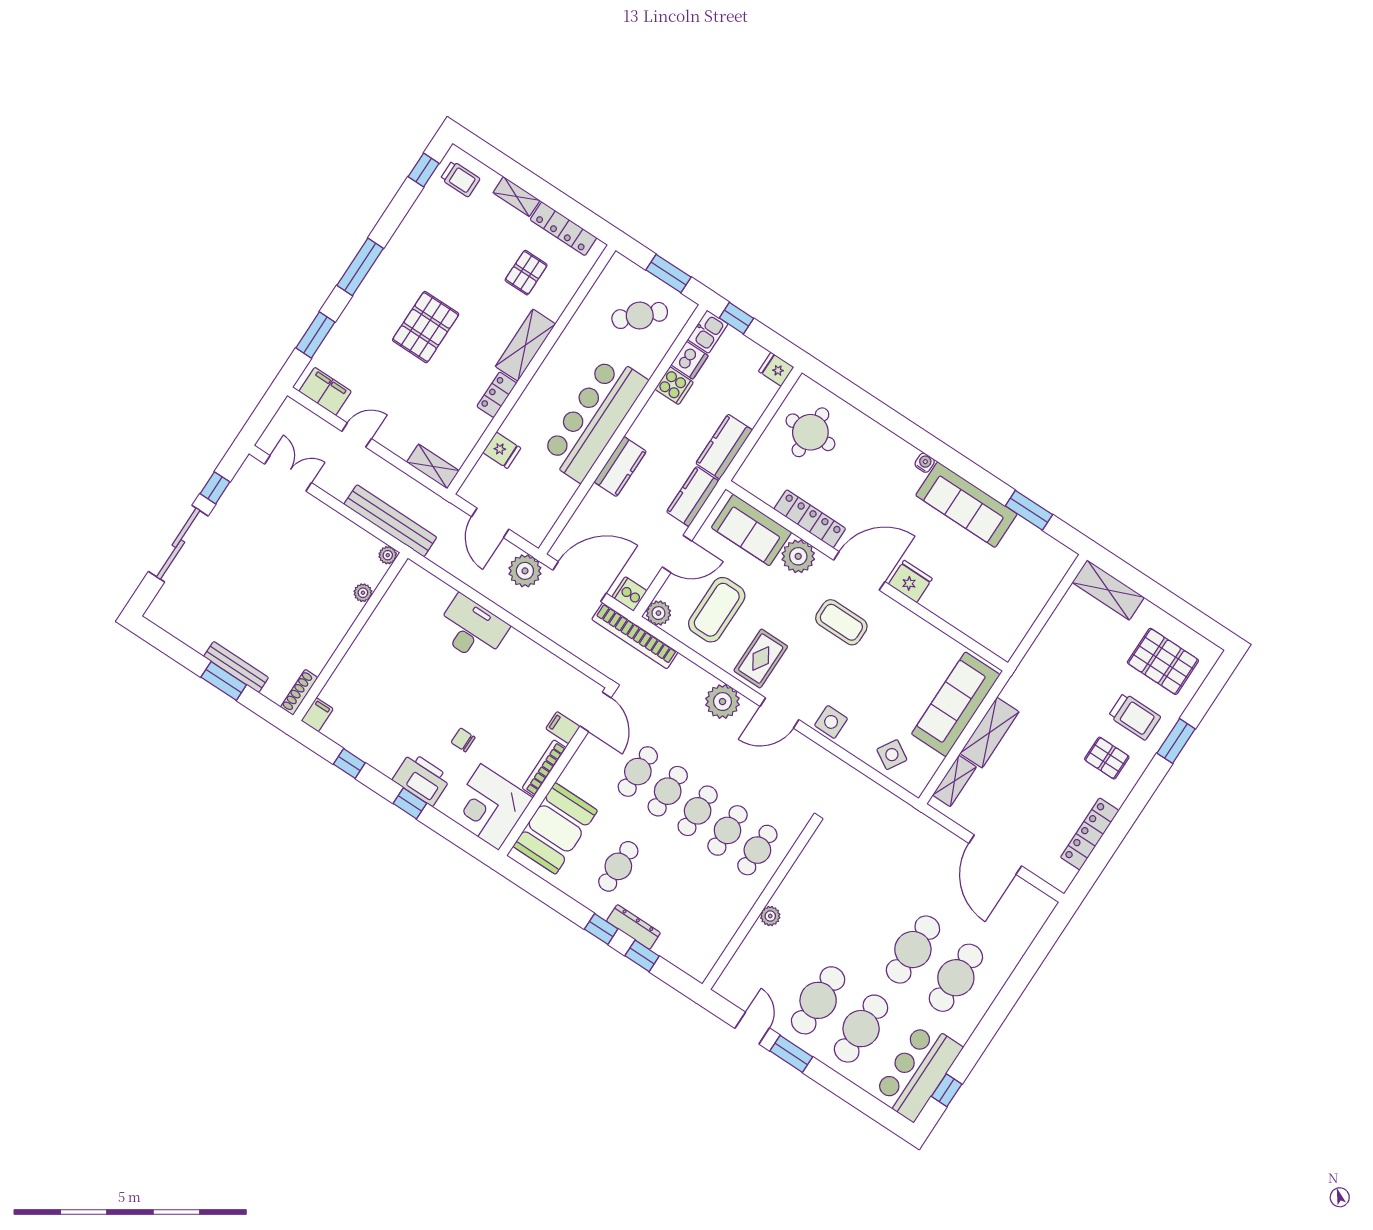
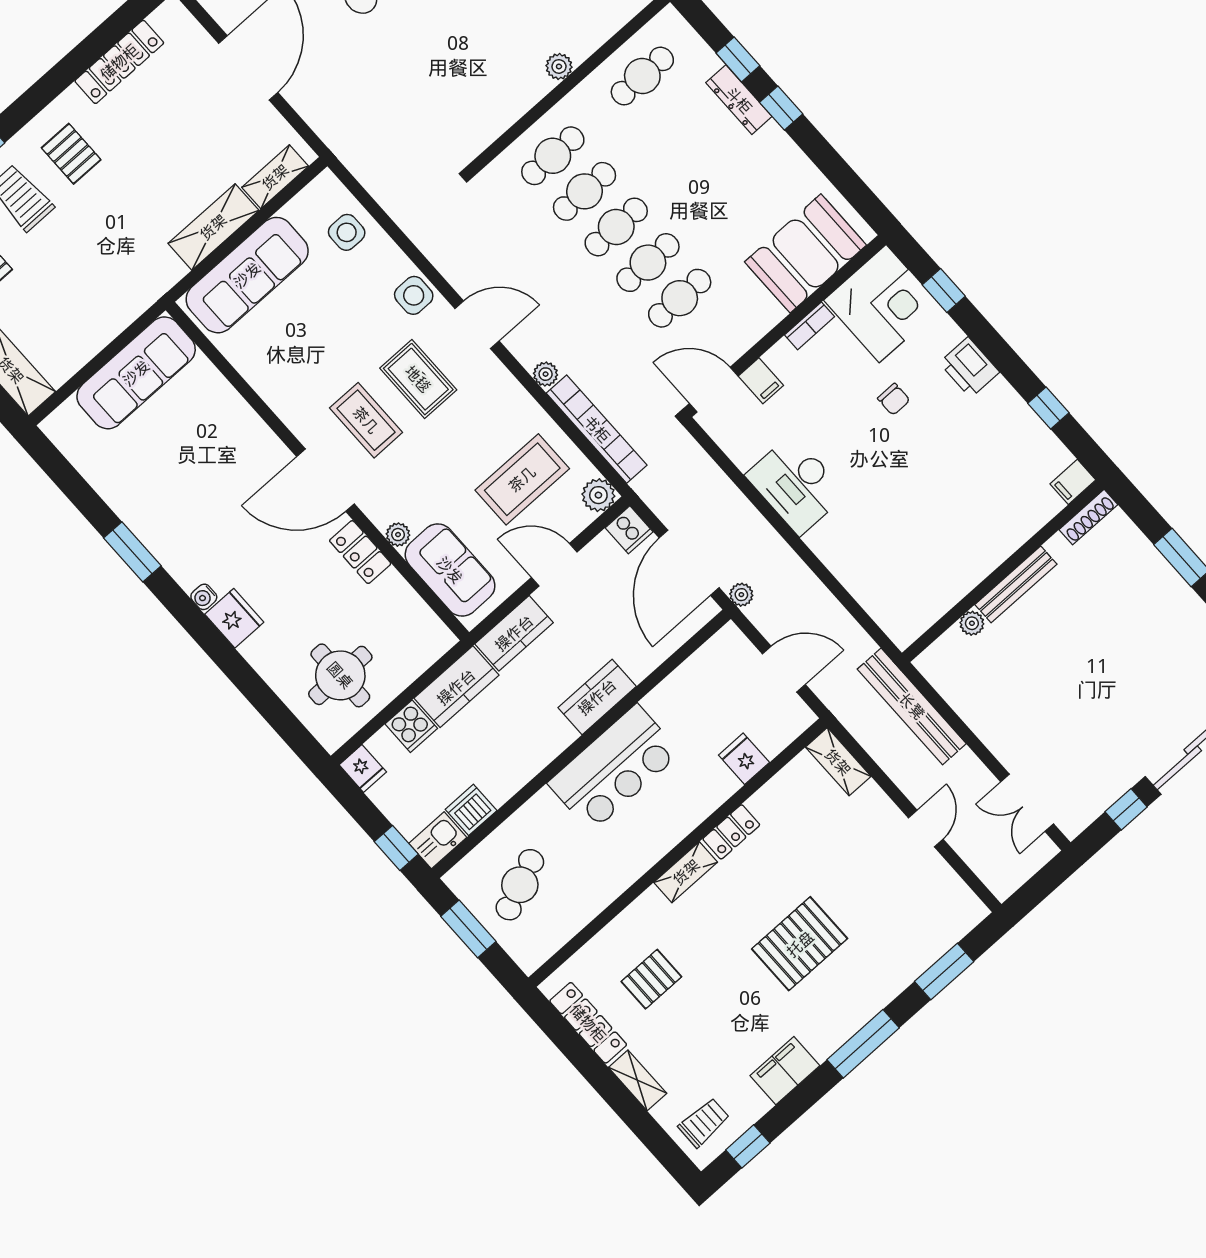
trolley: (460, 179) -> (704, 1123), turned 90
cafe table: (640, 315) -> (520, 885), turned -69
shelving: (525, 345) -> (686, 872), width x0.67, depth x0.75
cooker: (674, 386) -> (411, 726), moved, turned 180
filing cabinet: (325, 391) -> (785, 1071), moved, turned 90
bar counter: (594, 418) -> (614, 768), width x0.73
door: (357, 435) -> (926, 828), swing flipped
sofa: (966, 505) -> (136, 373), moved, turned 90
window: (1029, 510) -> (132, 552), moved
locker: (810, 519) -> (360, 552), width x0.66
door: (490, 523) -> (784, 669), hinge flipped
plant: (388, 555) -> (927, 663), removed
plant: (798, 556) -> (398, 535), width x0.53, depth x0.53
plant: (525, 571) -> (741, 595), width x0.53, depth x0.53
fridge: (910, 581) -> (234, 618), moved, turned 180
door: (580, 582) -> (689, 563), hinge flipped
desk: (472, 629) -> (796, 485), moved
bookcase: (635, 636) -> (597, 429), moved
rug: (761, 659) -> (418, 379), moved, turned 90
bench: (236, 667) -> (1016, 584), moved, turned 90
plant: (723, 702) -> (546, 374), width x0.53, depth x0.53
door: (595, 712) -> (714, 390), hinge flipped
side table: (892, 755) -> (347, 232), turned -31
bookcase: (544, 768) -> (810, 326), width x0.64
printer: (422, 779) -> (969, 367), width x0.73, depth x0.84
window: (410, 803) -> (944, 290), moved
cafe table: (618, 866) -> (642, 76), moved

